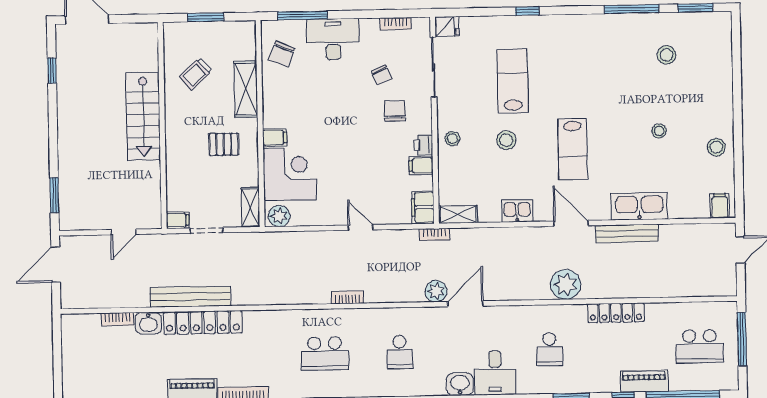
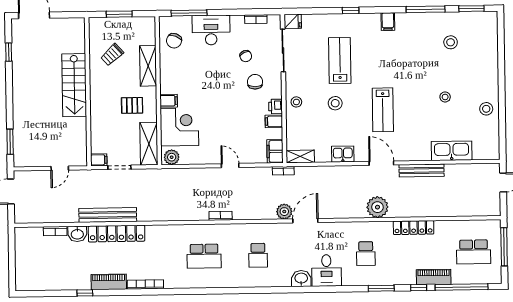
kitchen sink: (639, 206) -> (452, 151), moved
filing cabinet: (720, 206) -> (388, 22), moved, turned 180
shelving: (250, 207) -> (149, 144), width x1.50, depth x1.33

